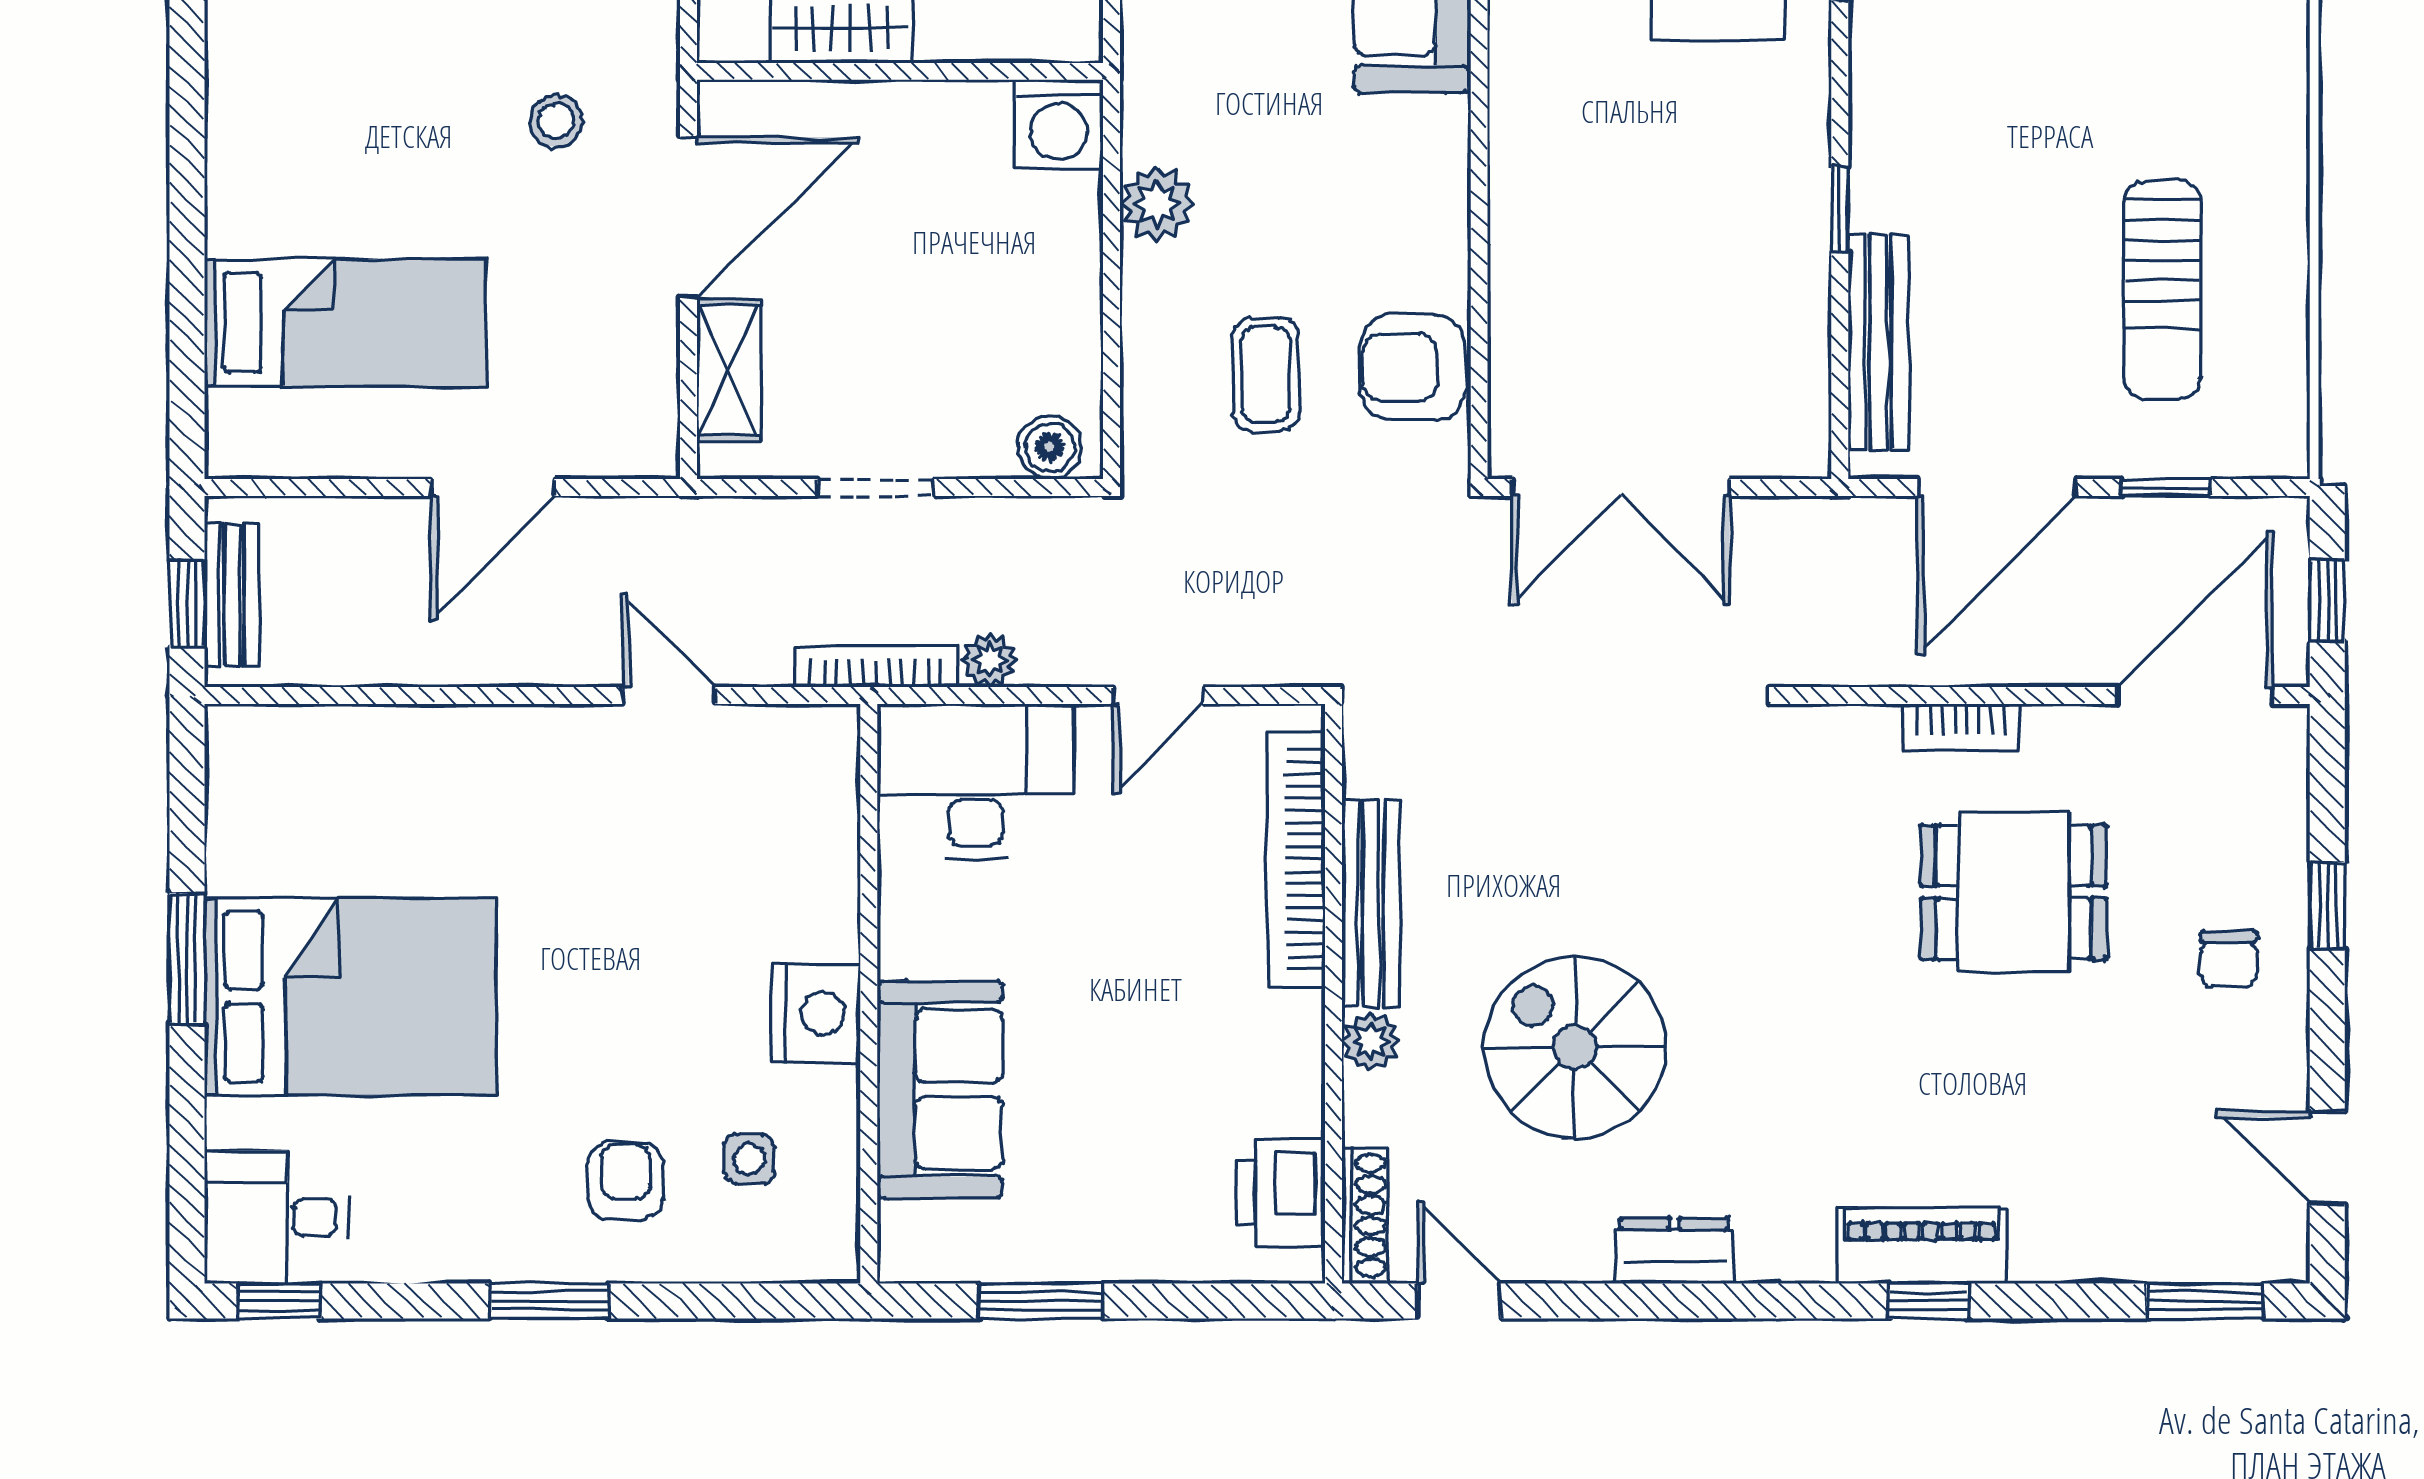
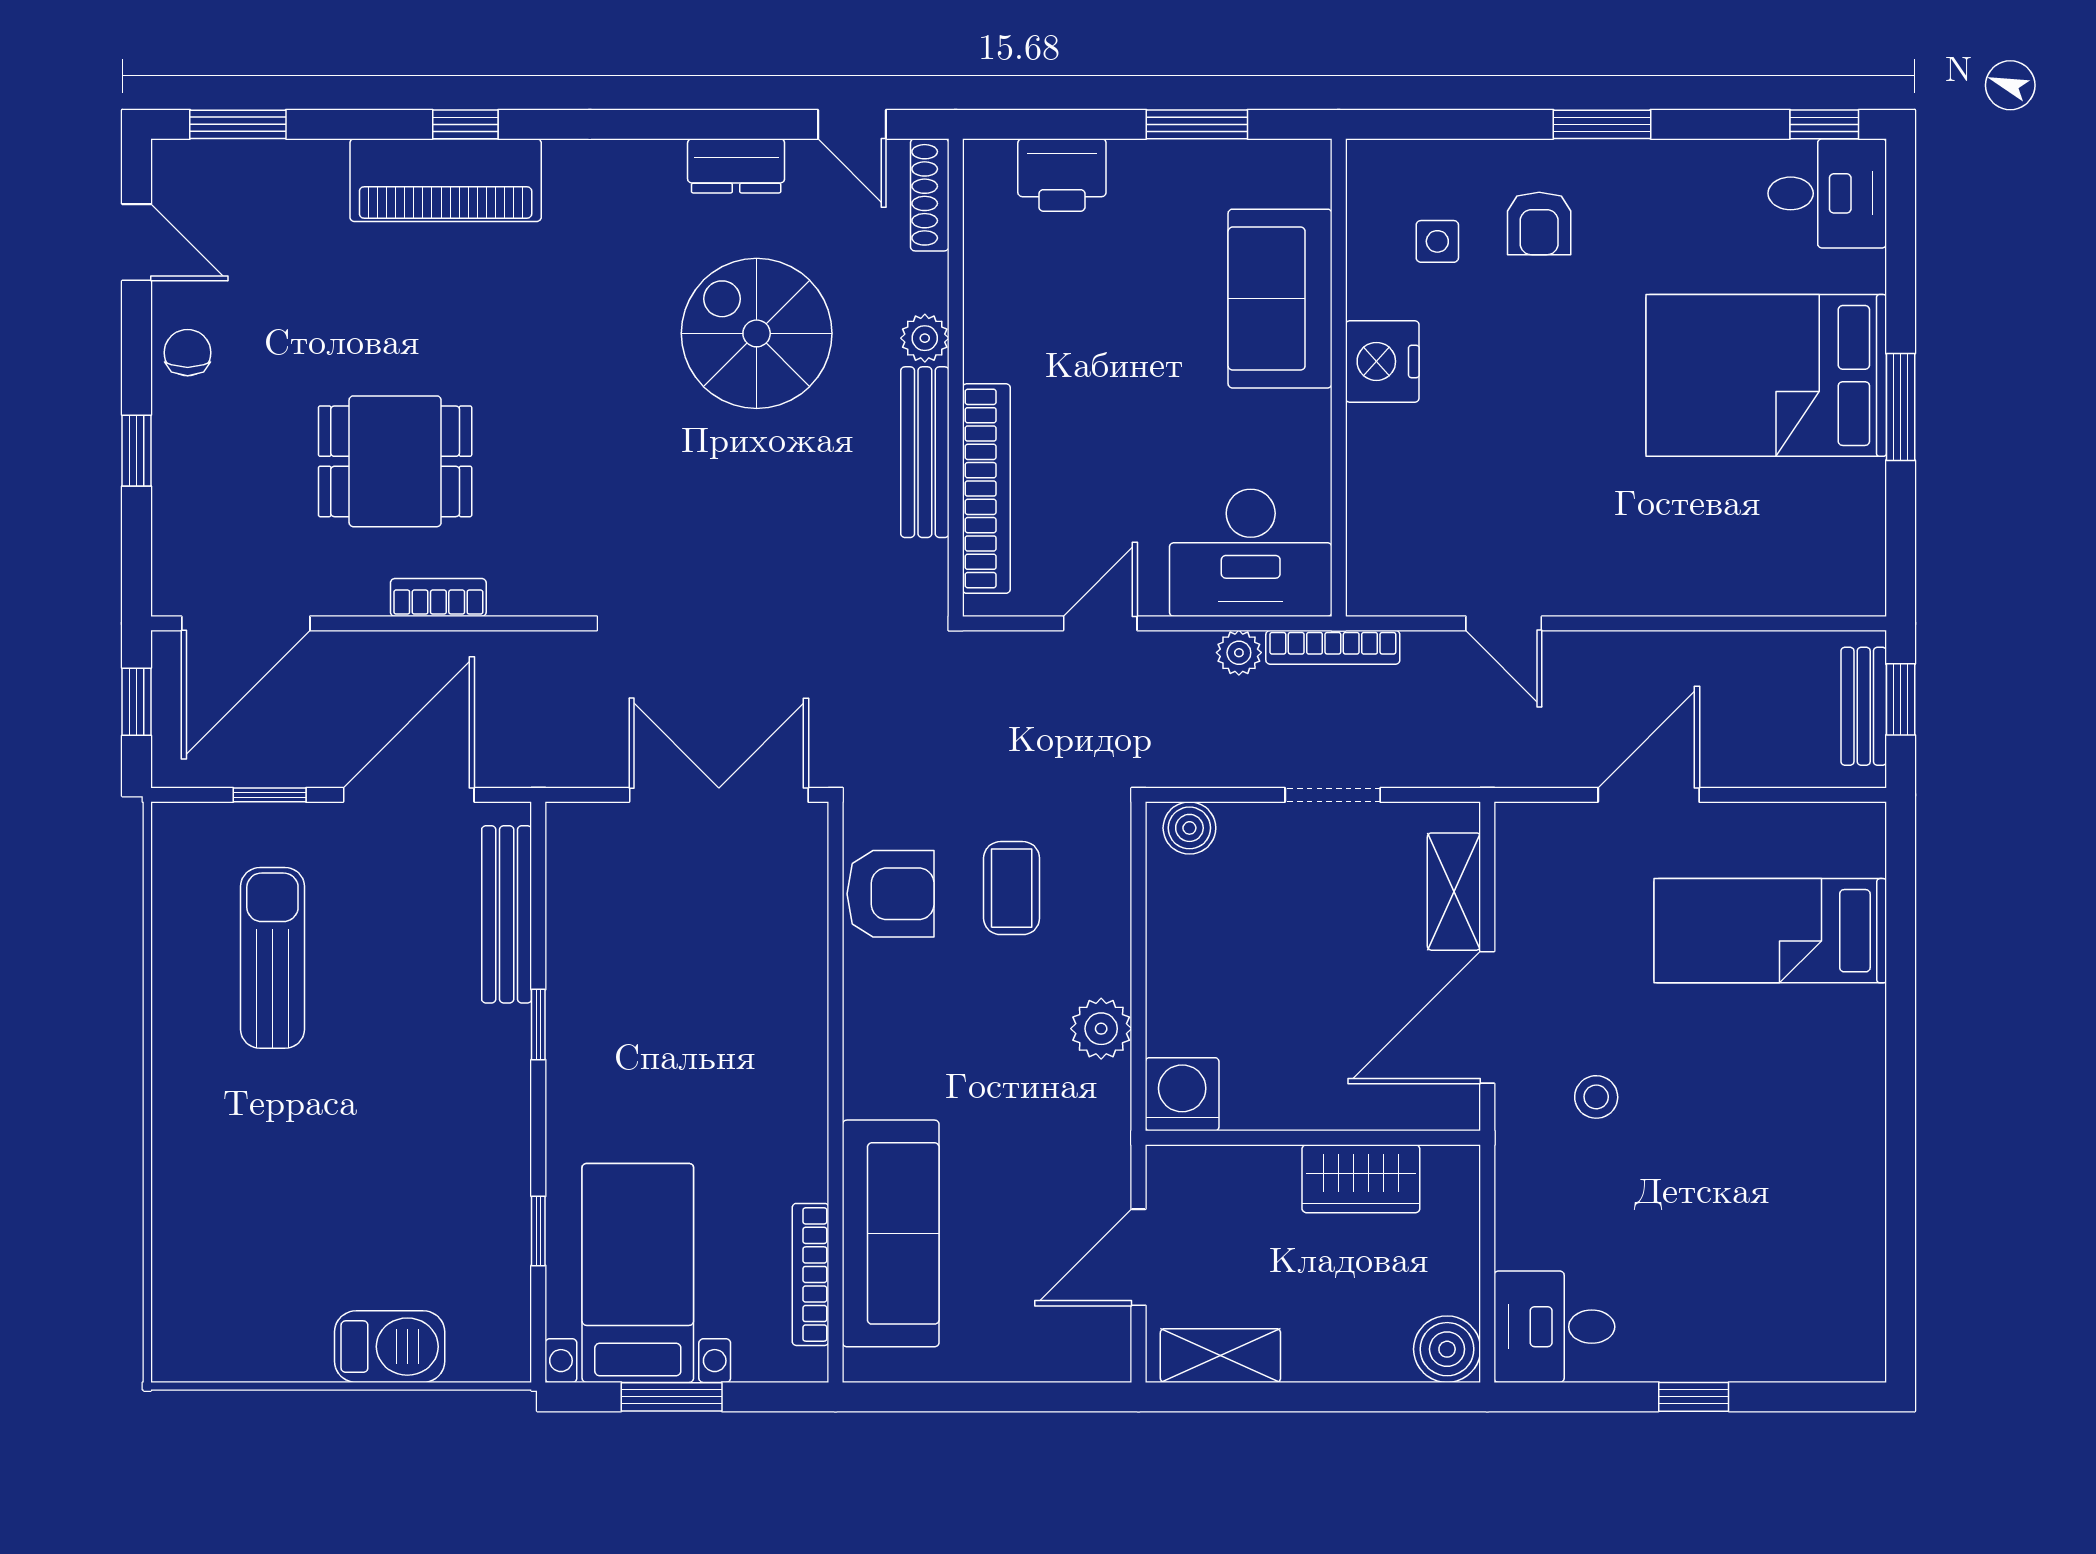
chair: (2229, 959) -> (188, 353), moved
spiral stairs: (1575, 1047) -> (757, 333), turned 180
printer: (1281, 1193) -> (1062, 175), moved, turned 90
piano: (1921, 1246) -> (446, 180), width x1.37, depth x1.33
dresser: (1674, 1251) -> (736, 166), moved

